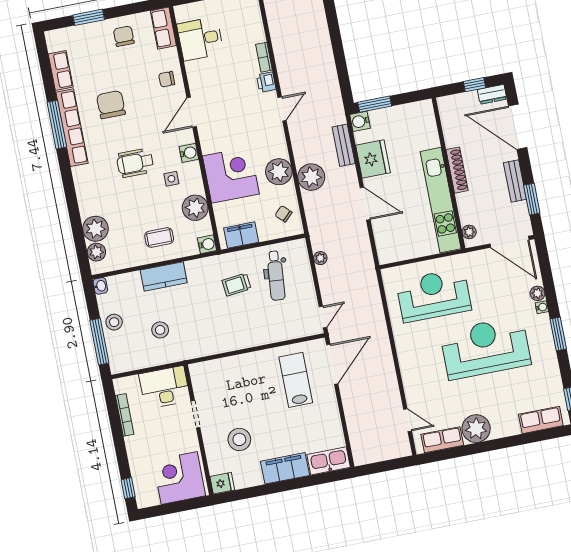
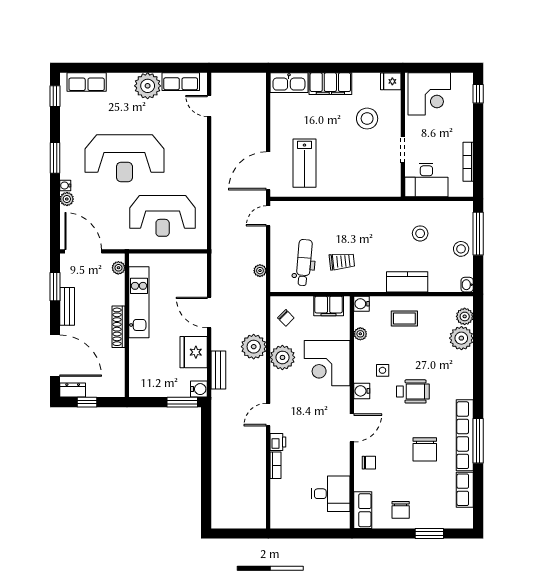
kitchen unit: (441, 200) -> (139, 302), width x0.73
plant: (195, 208) -> (360, 334), width x0.53, depth x0.53

